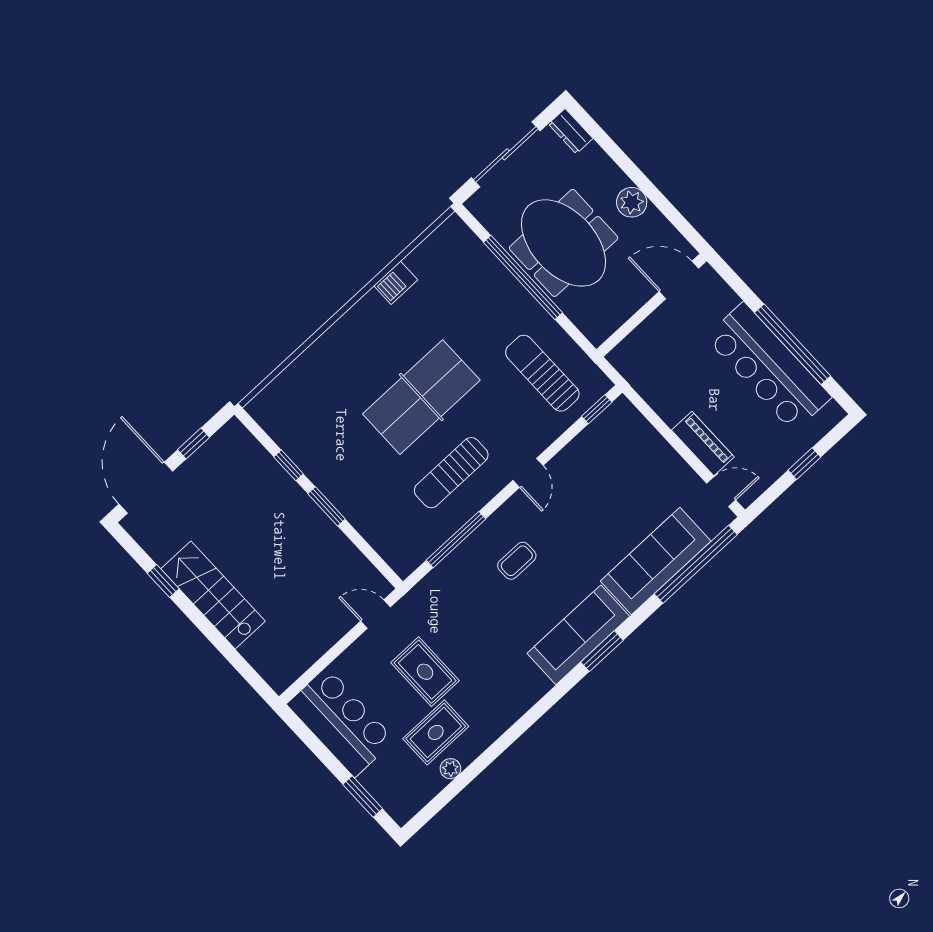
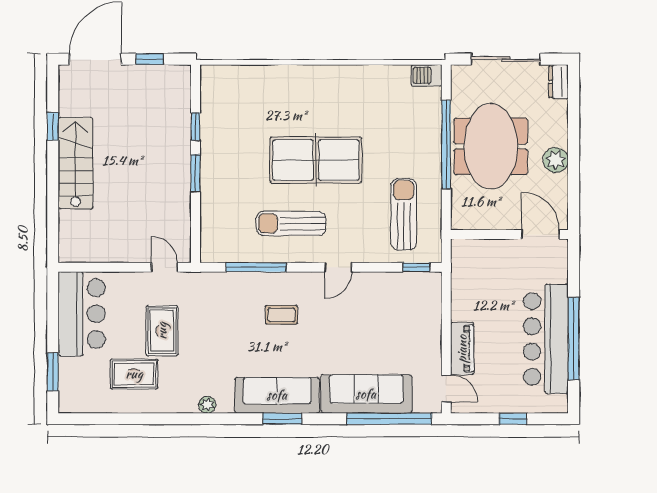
barbecue: (396, 283) -> (427, 75), moved
plant: (450, 769) -> (207, 405), moved

